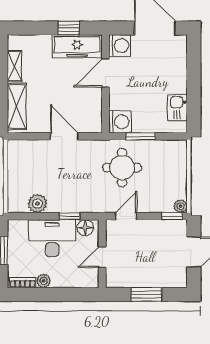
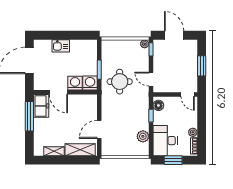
window: (69, 28) -> (29, 116), width x2.17
freezer: (77, 46) -> (41, 106), width x0.71
washing machine: (120, 46) -> (75, 83), moved
kitchen sink: (178, 108) -> (61, 46), moved
door: (64, 136) -> (99, 129), moved
desk: (52, 238) -> (165, 141), moved
door: (102, 257) -> (188, 94), moved

